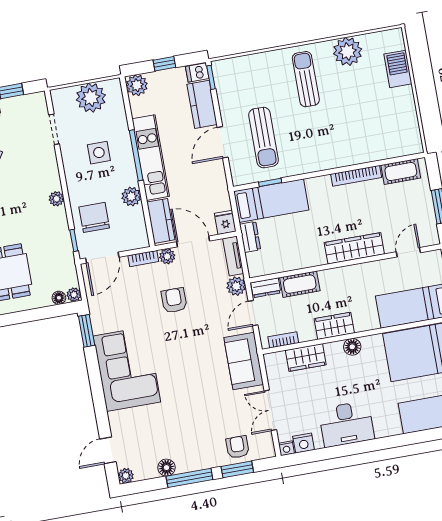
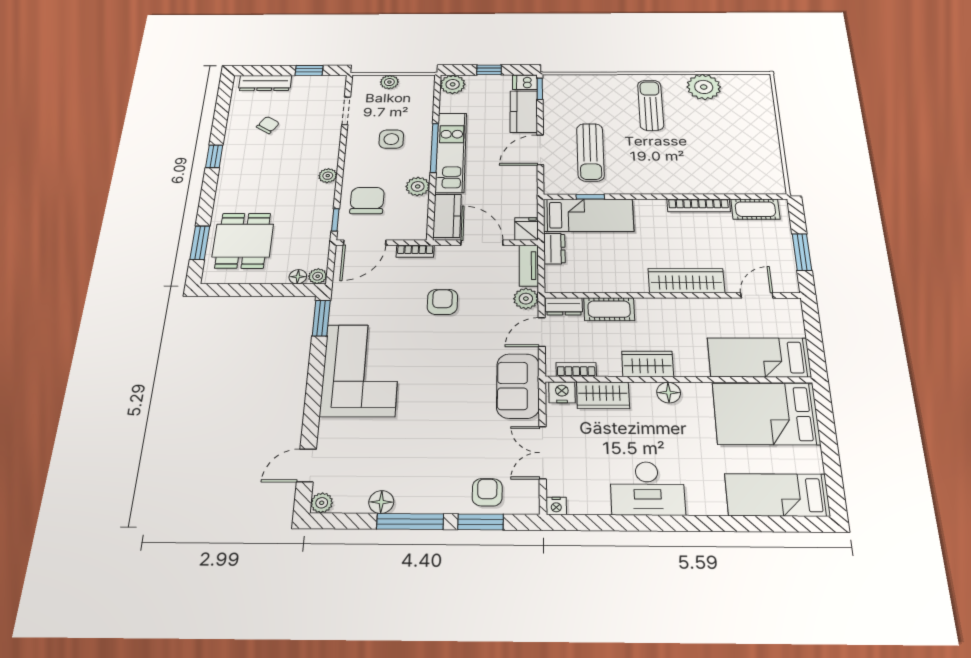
barbecue: (398, 69) -> (762, 111), removed
plant: (91, 98) -> (389, 82), width x0.53, depth x0.53
plant: (167, 256) -> (446, 253), removed
nightstand: (304, 443) -> (562, 392), moved, turned 180

